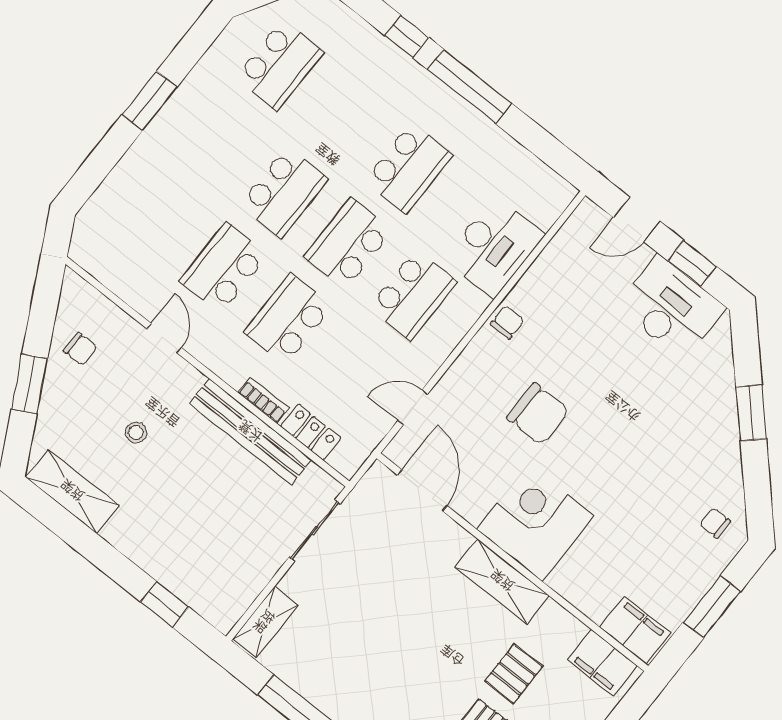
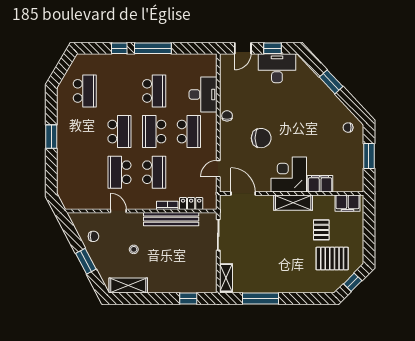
school desk: (288, 319) -> (154, 172), turned 180
filing cabinet: (635, 630) -> (320, 184), moved

